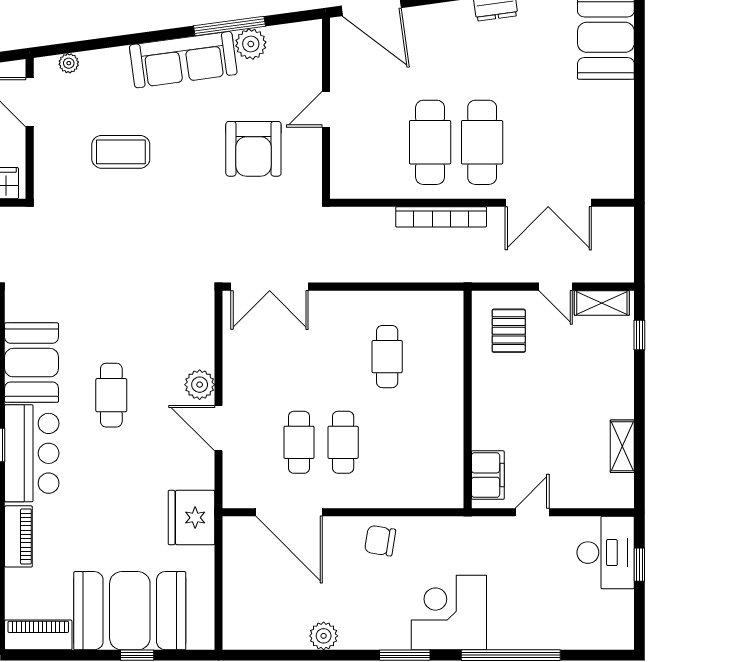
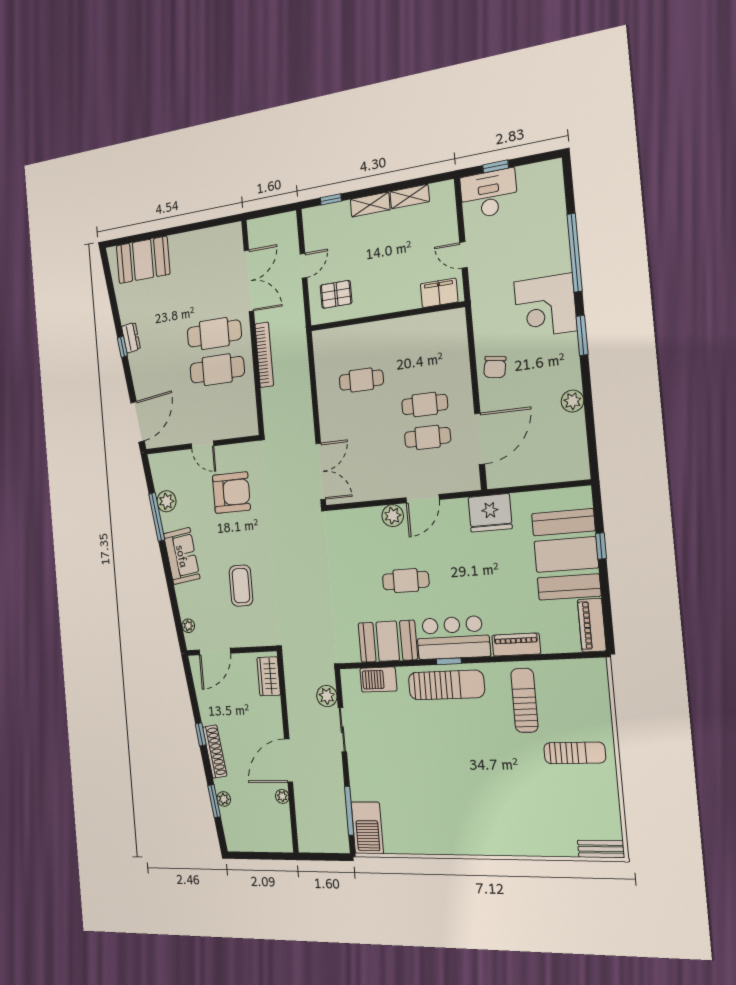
sofa: (183, 60) -> (182, 556), width x0.73
shelving: (602, 303) -> (370, 205), moved, turned 90

